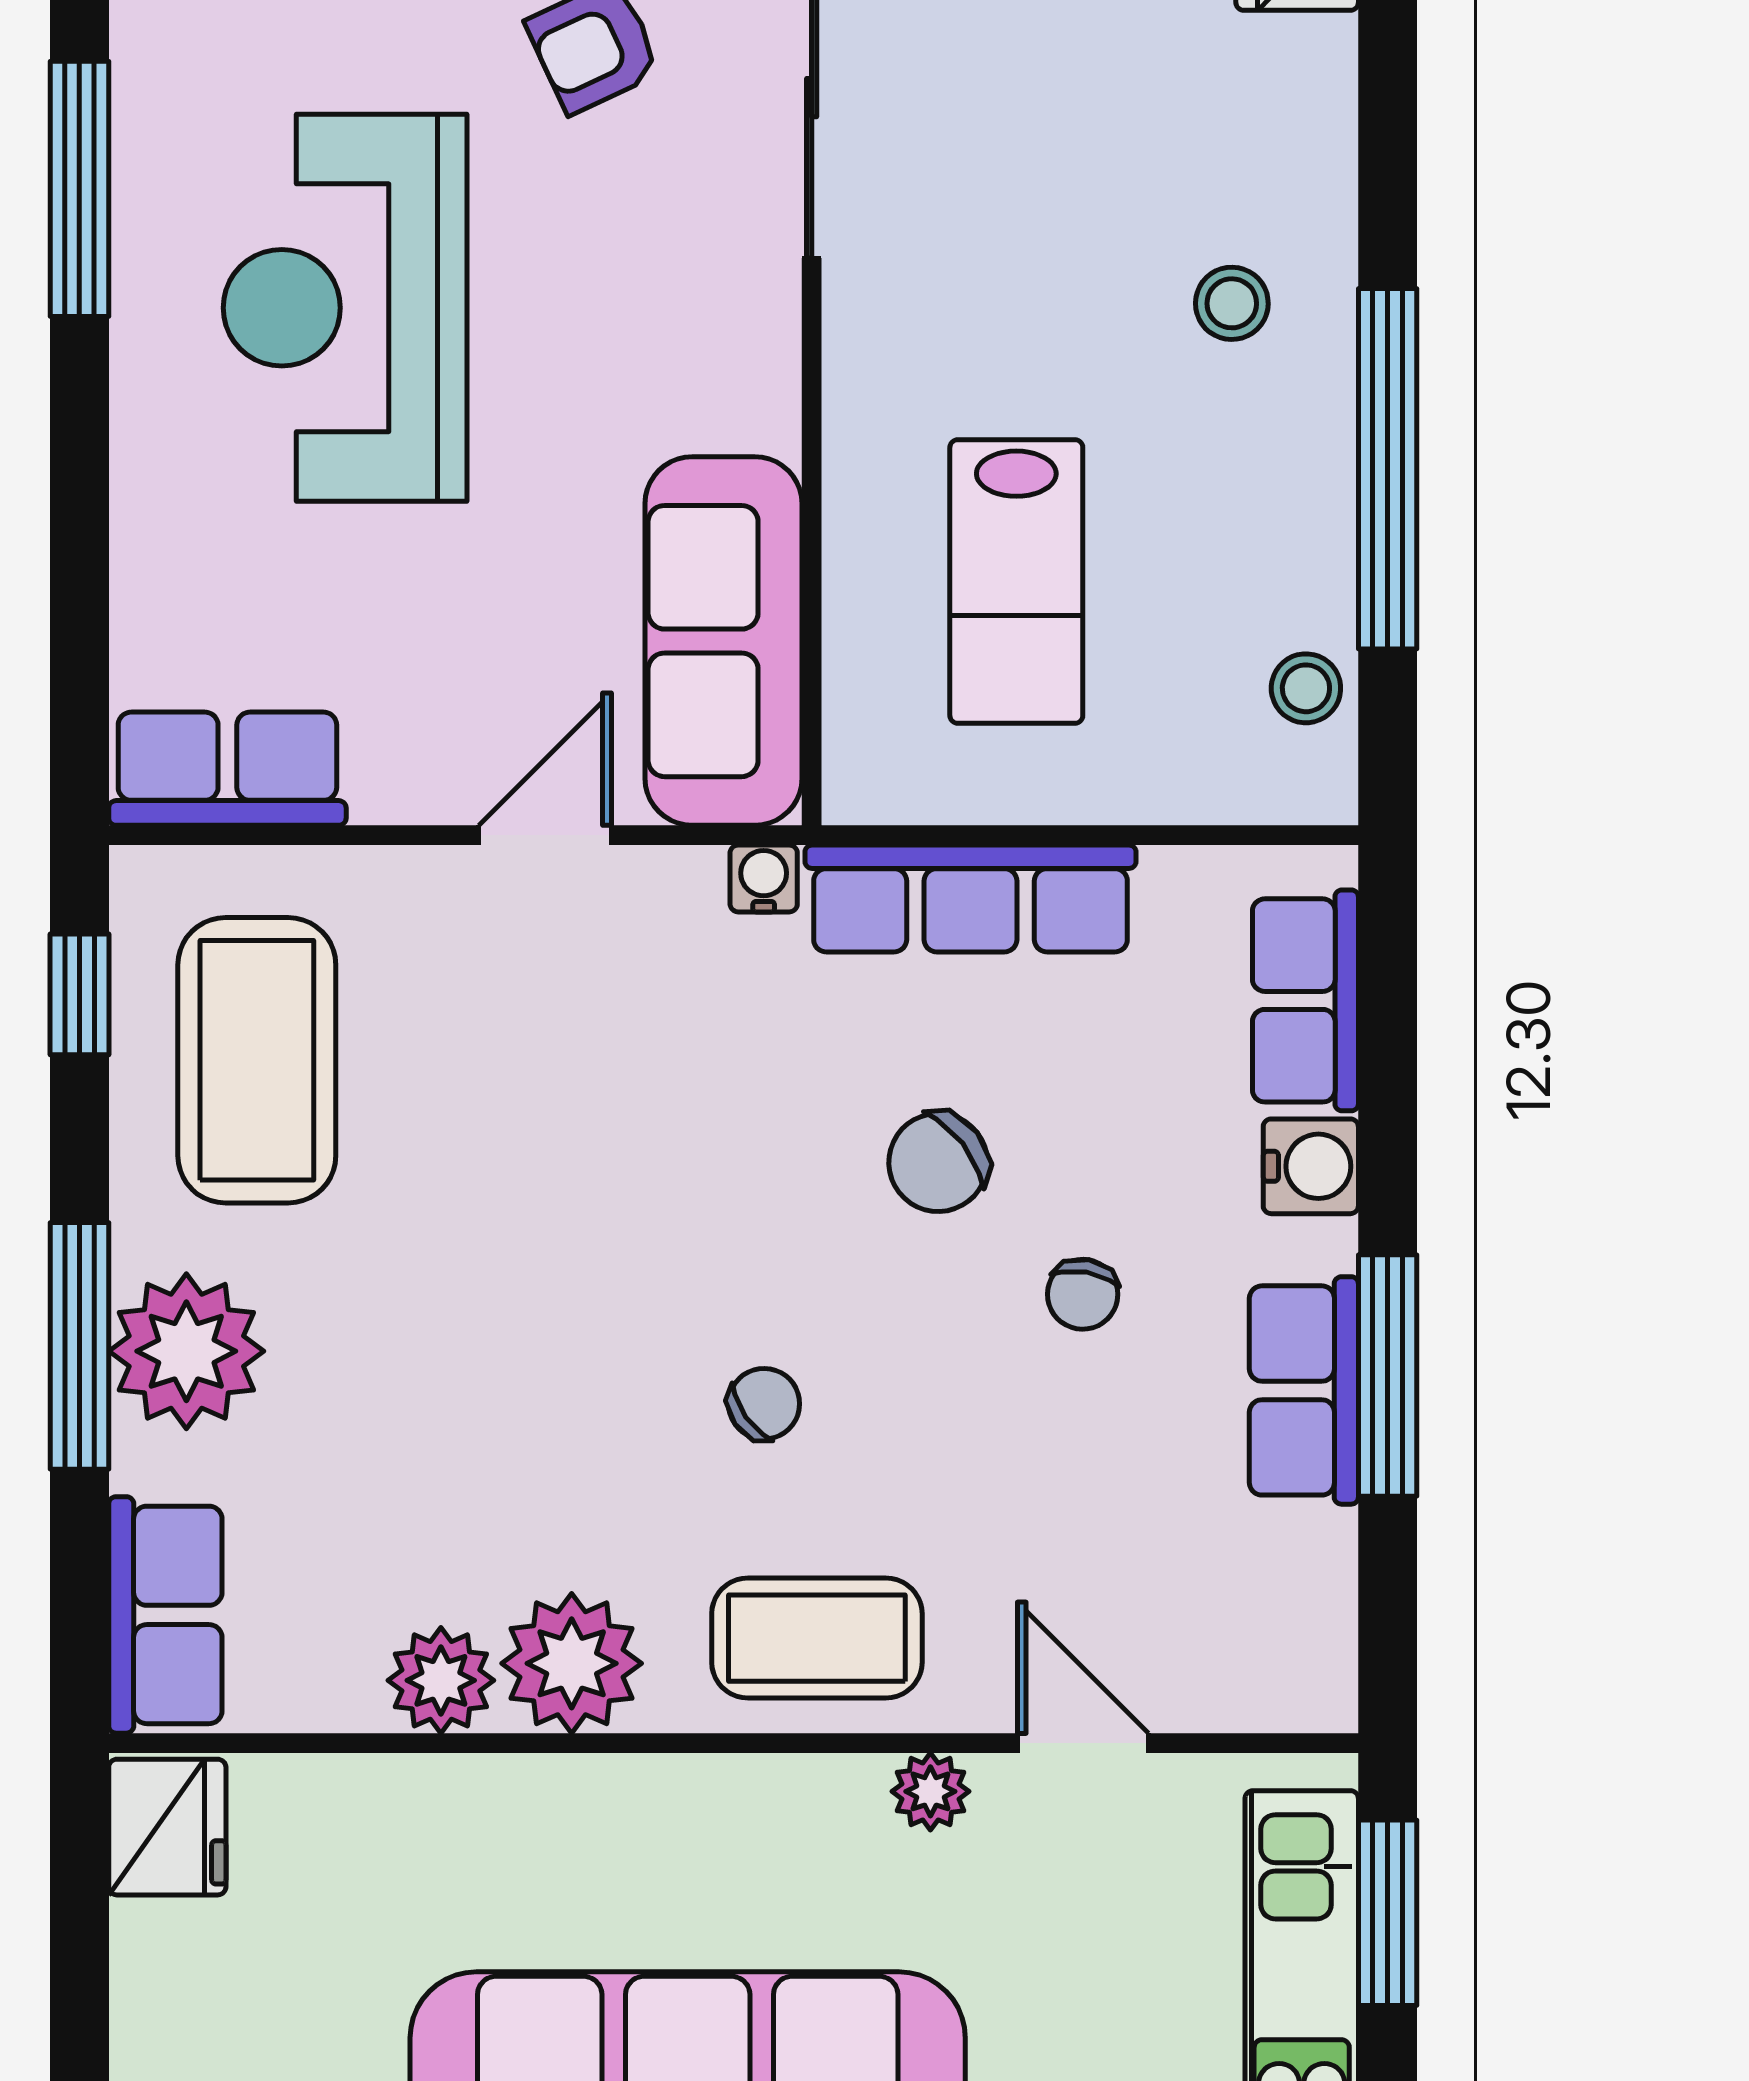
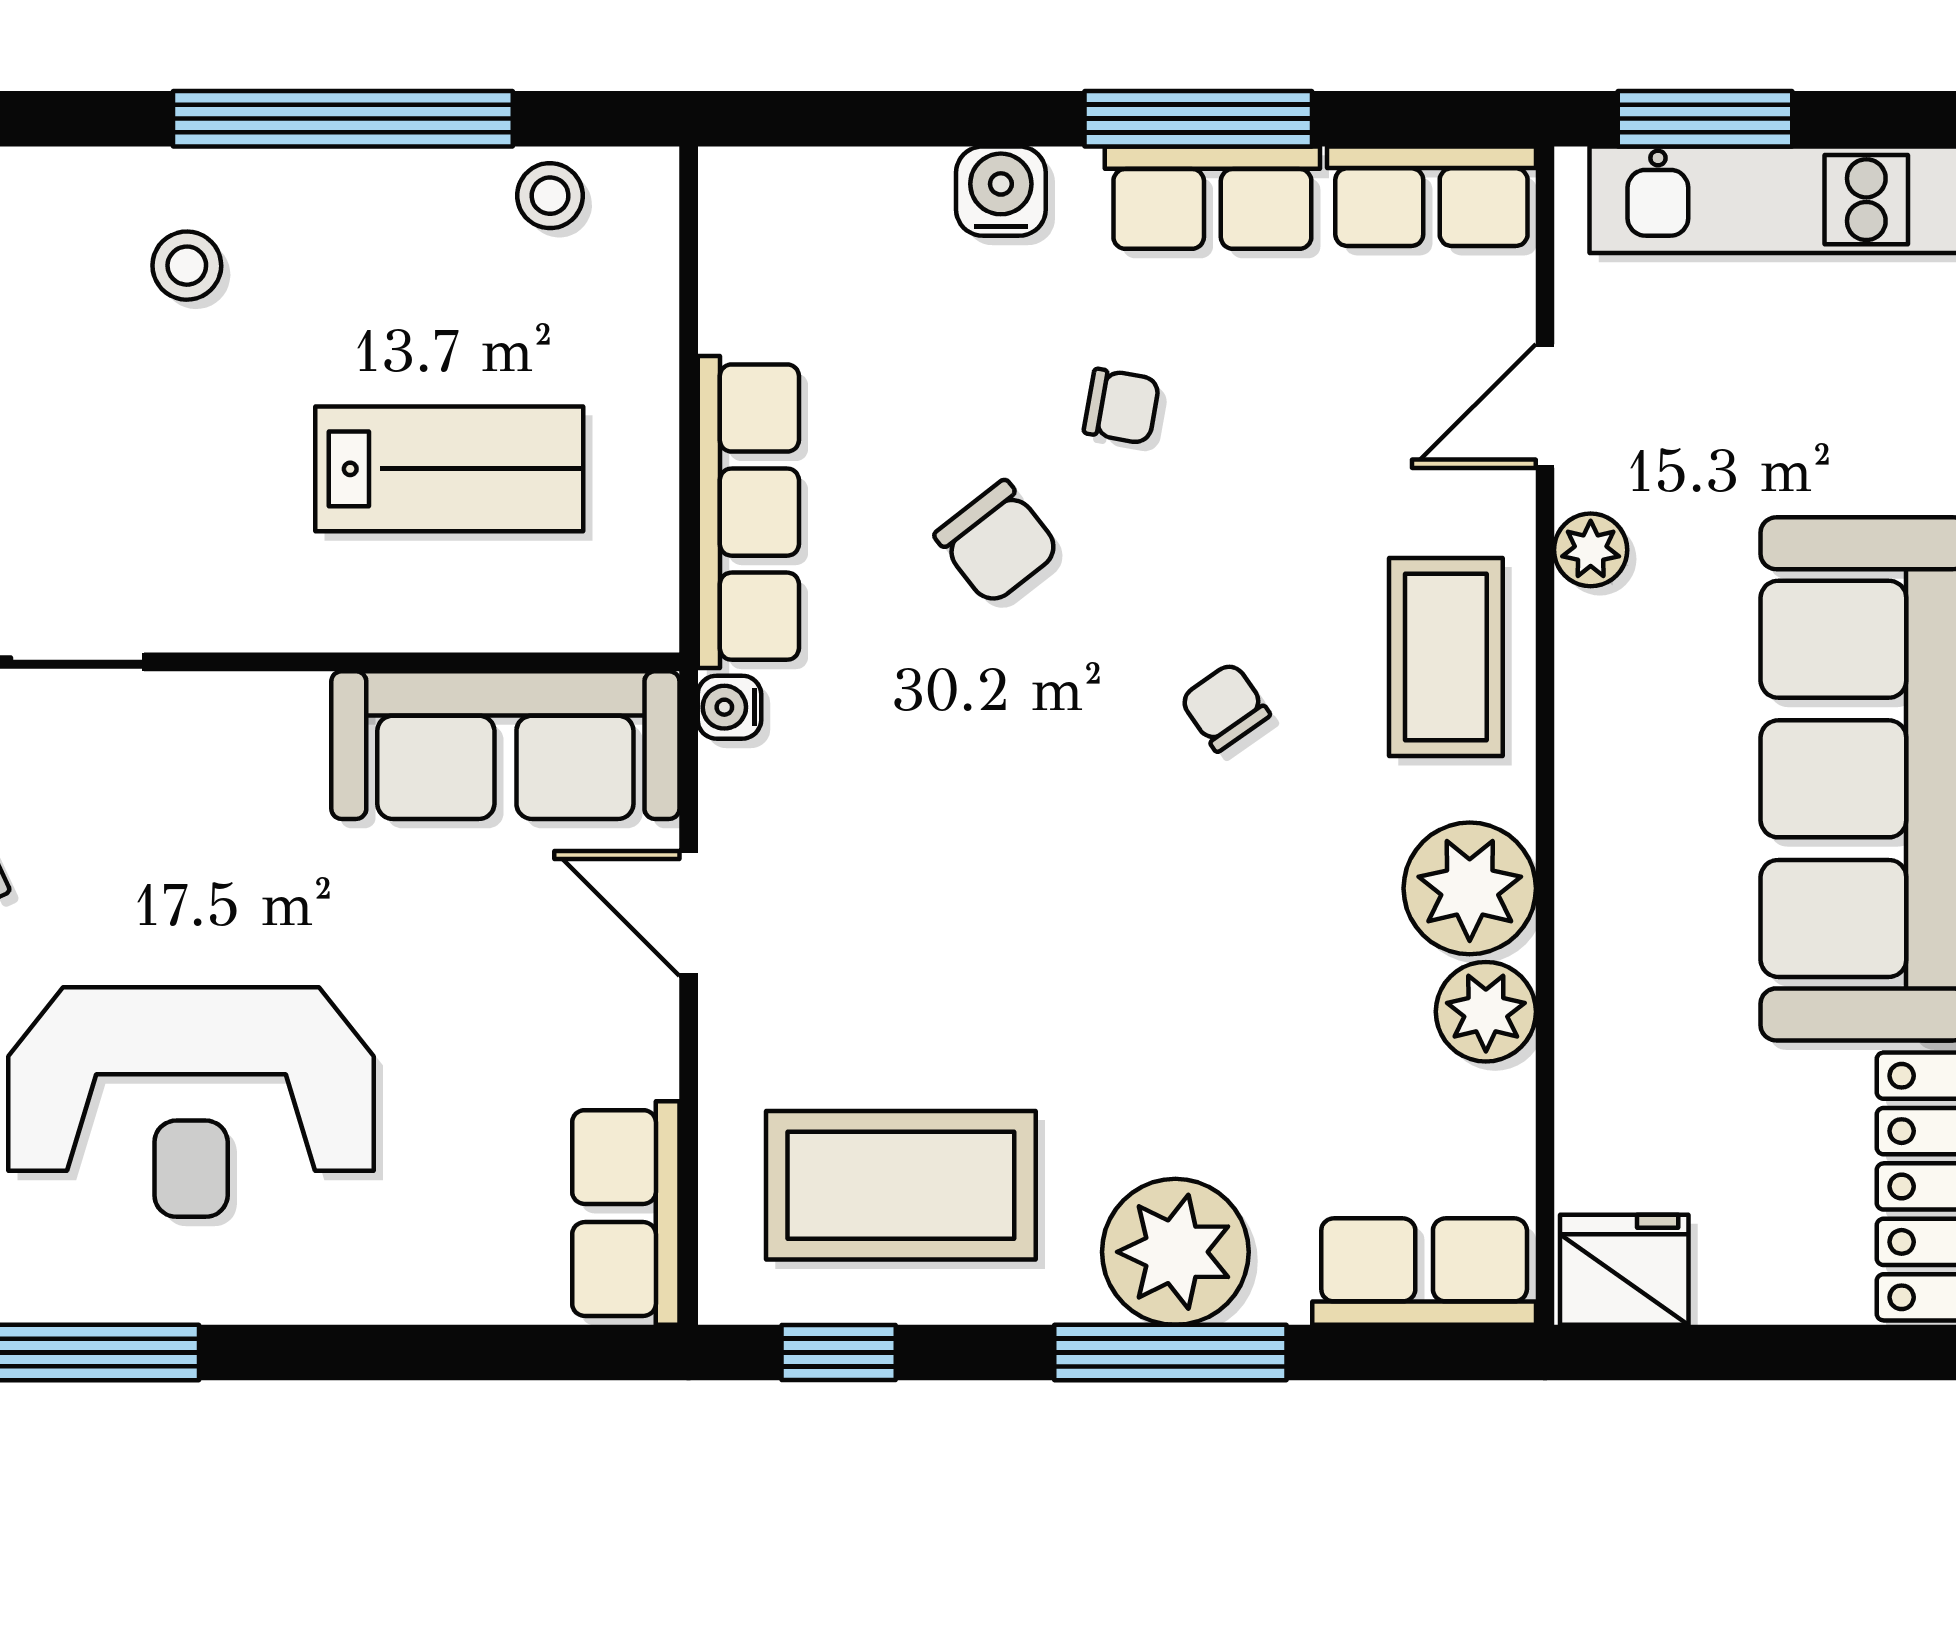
row of seats: (1305, 1000) -> (1431, 196), moved

